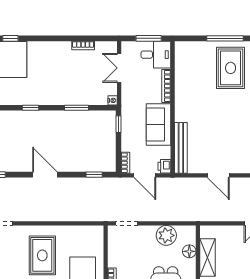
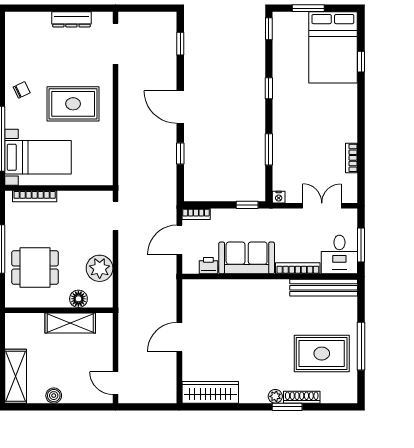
bench: (181, 148) -> (324, 288), moved
printer: (164, 166) -> (208, 266), moved
door: (45, 175) -> (180, 107), swing flipped
window: (94, 175) -> (180, 154), moved

